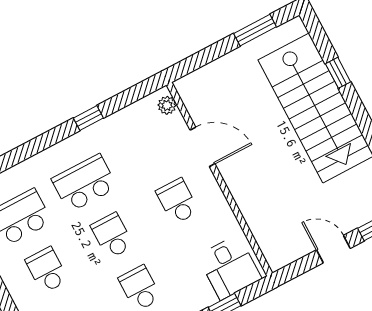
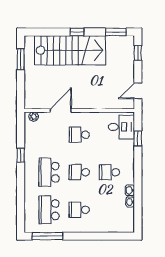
window: (338, 73) -> (77, 32), moved
door: (333, 249) -> (138, 91), moved

